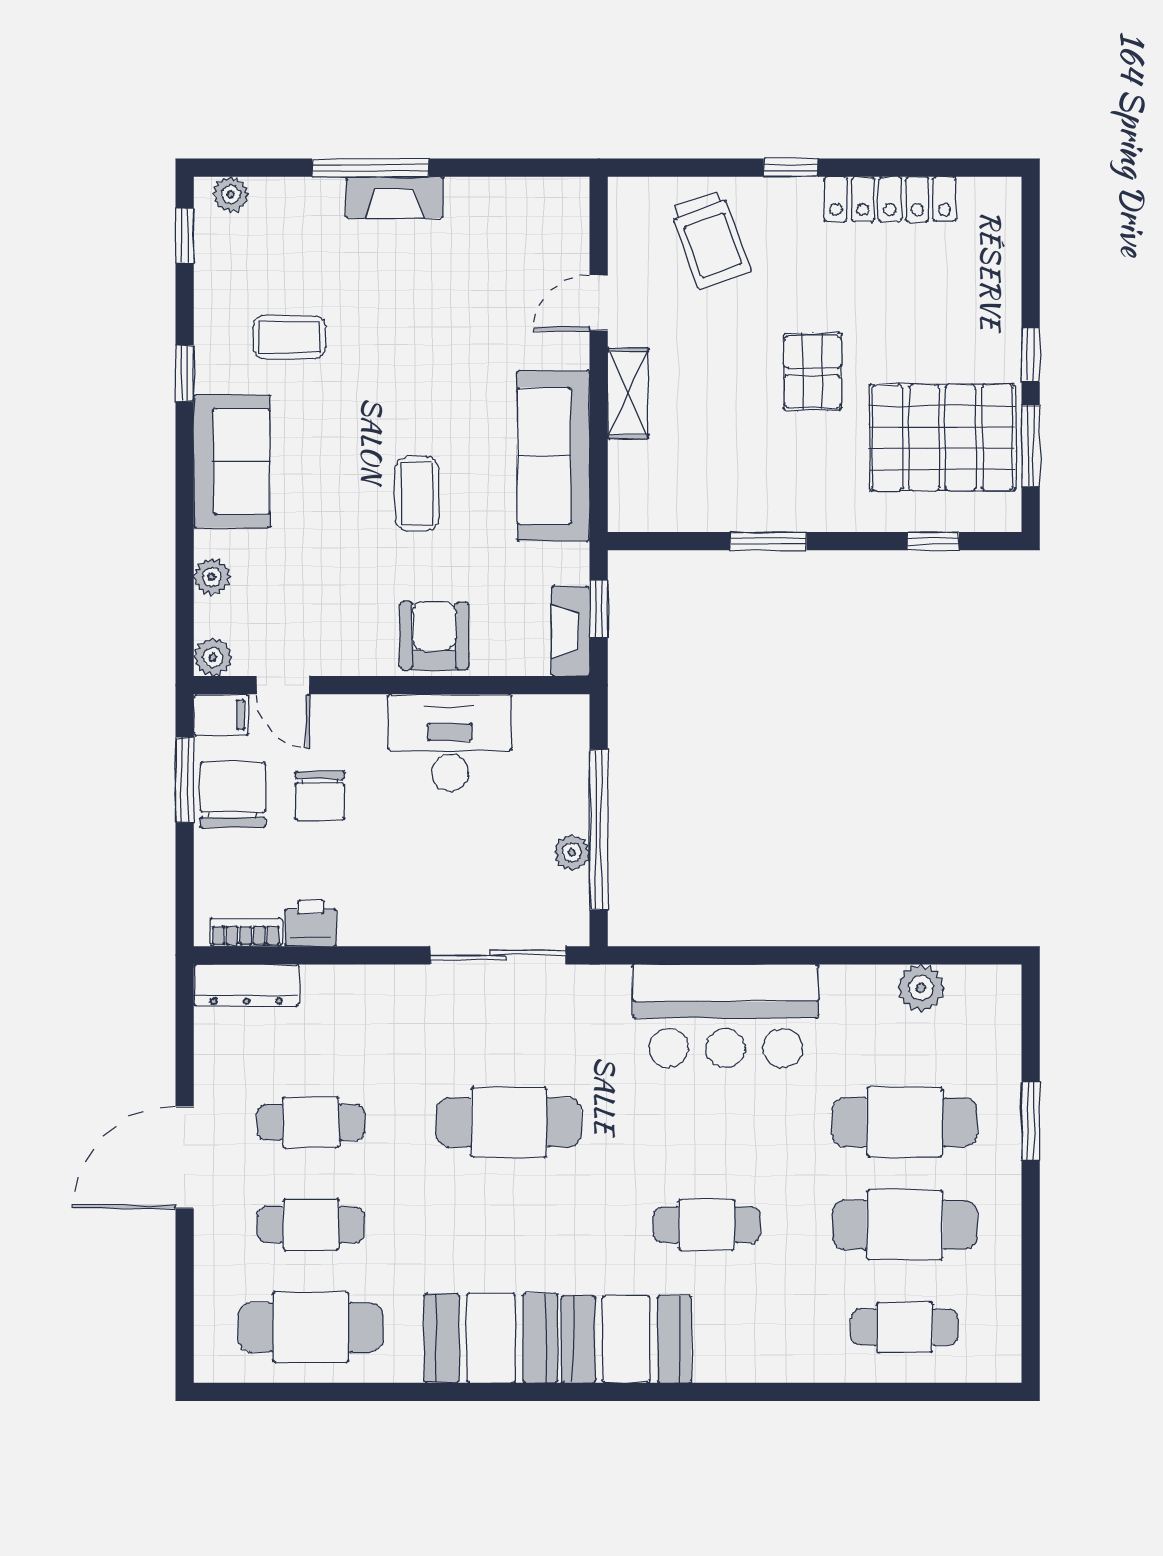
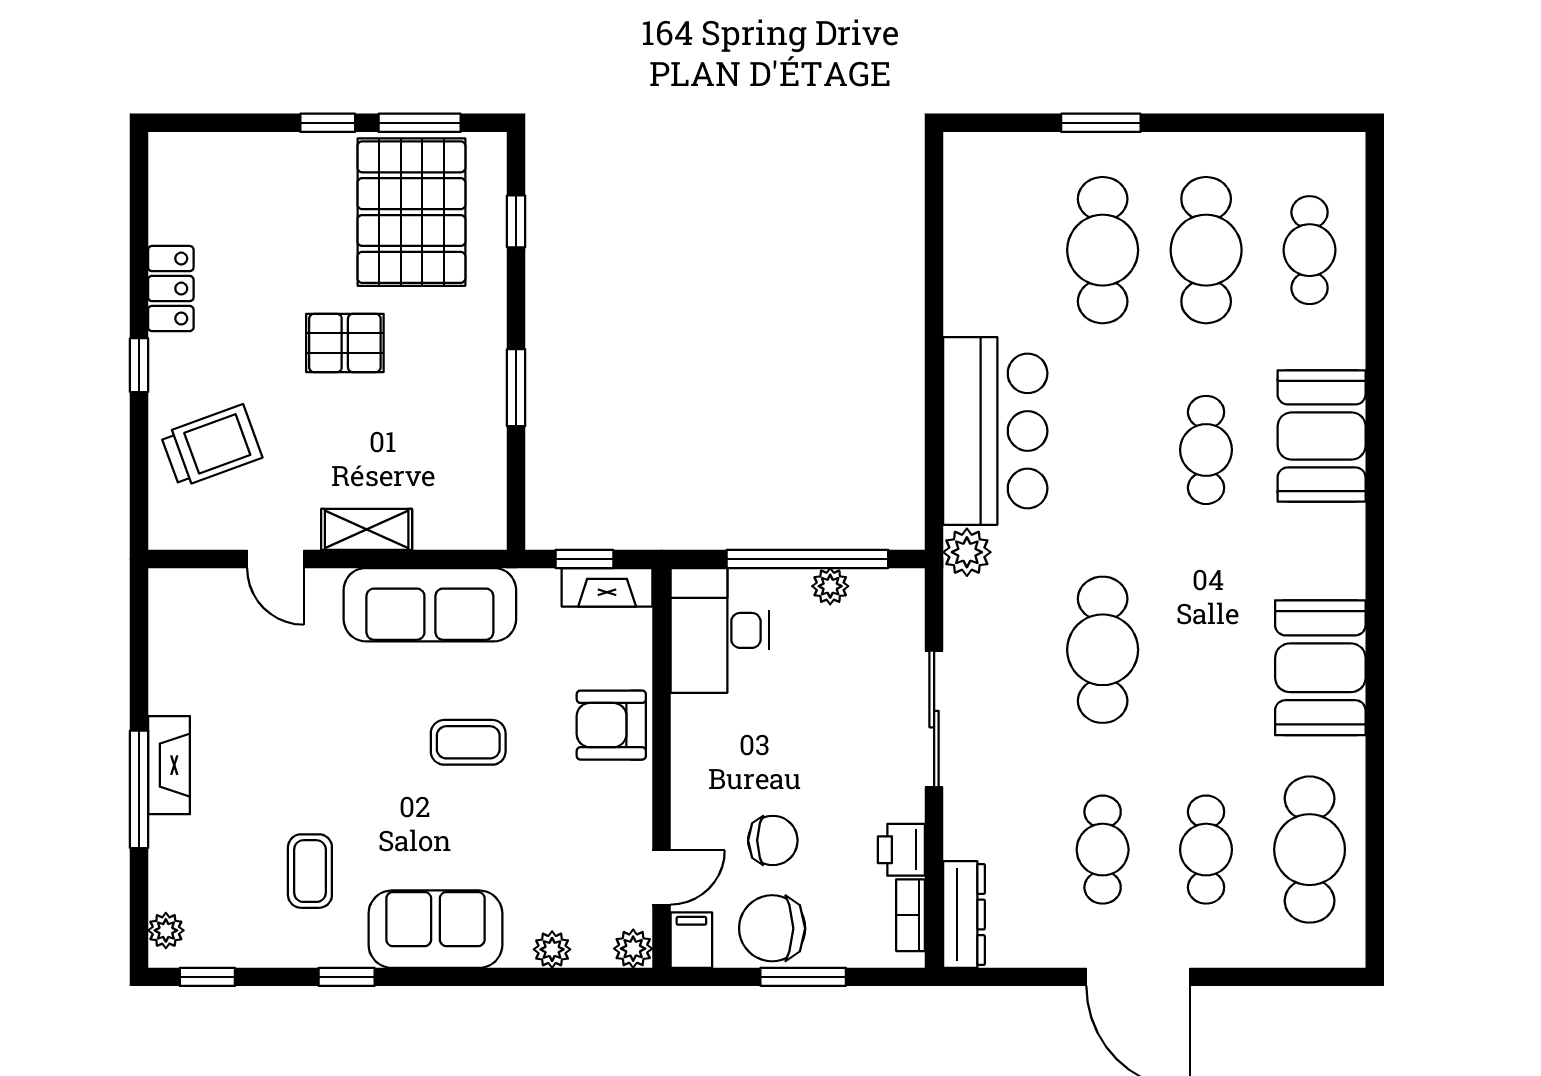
locker: (890, 199) -> (171, 289), width x0.66
desk: (450, 743) -> (720, 630), moved
window: (185, 780) -> (803, 977), moved
sliding door: (498, 955) -> (934, 719), moved
plant: (921, 988) -> (967, 552), moved
booth: (626, 1339) -> (1322, 436), moved

